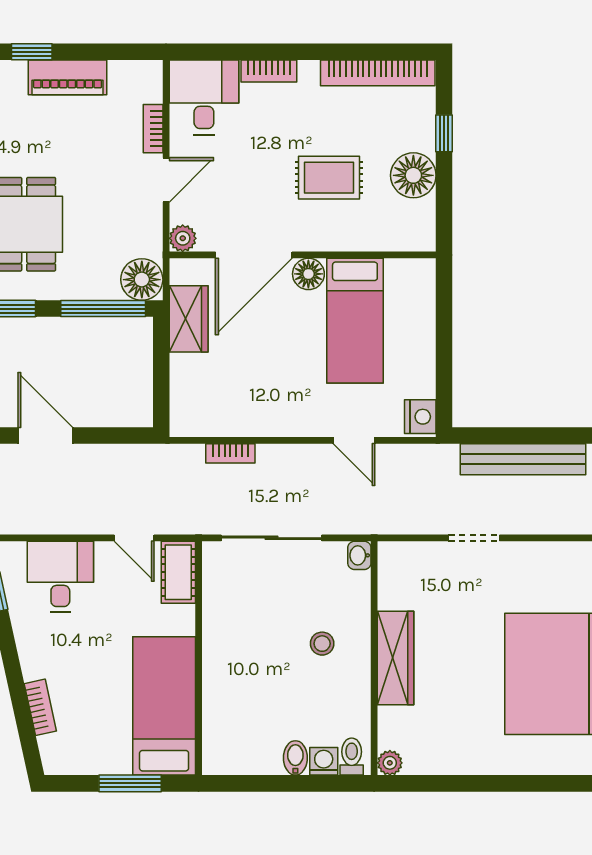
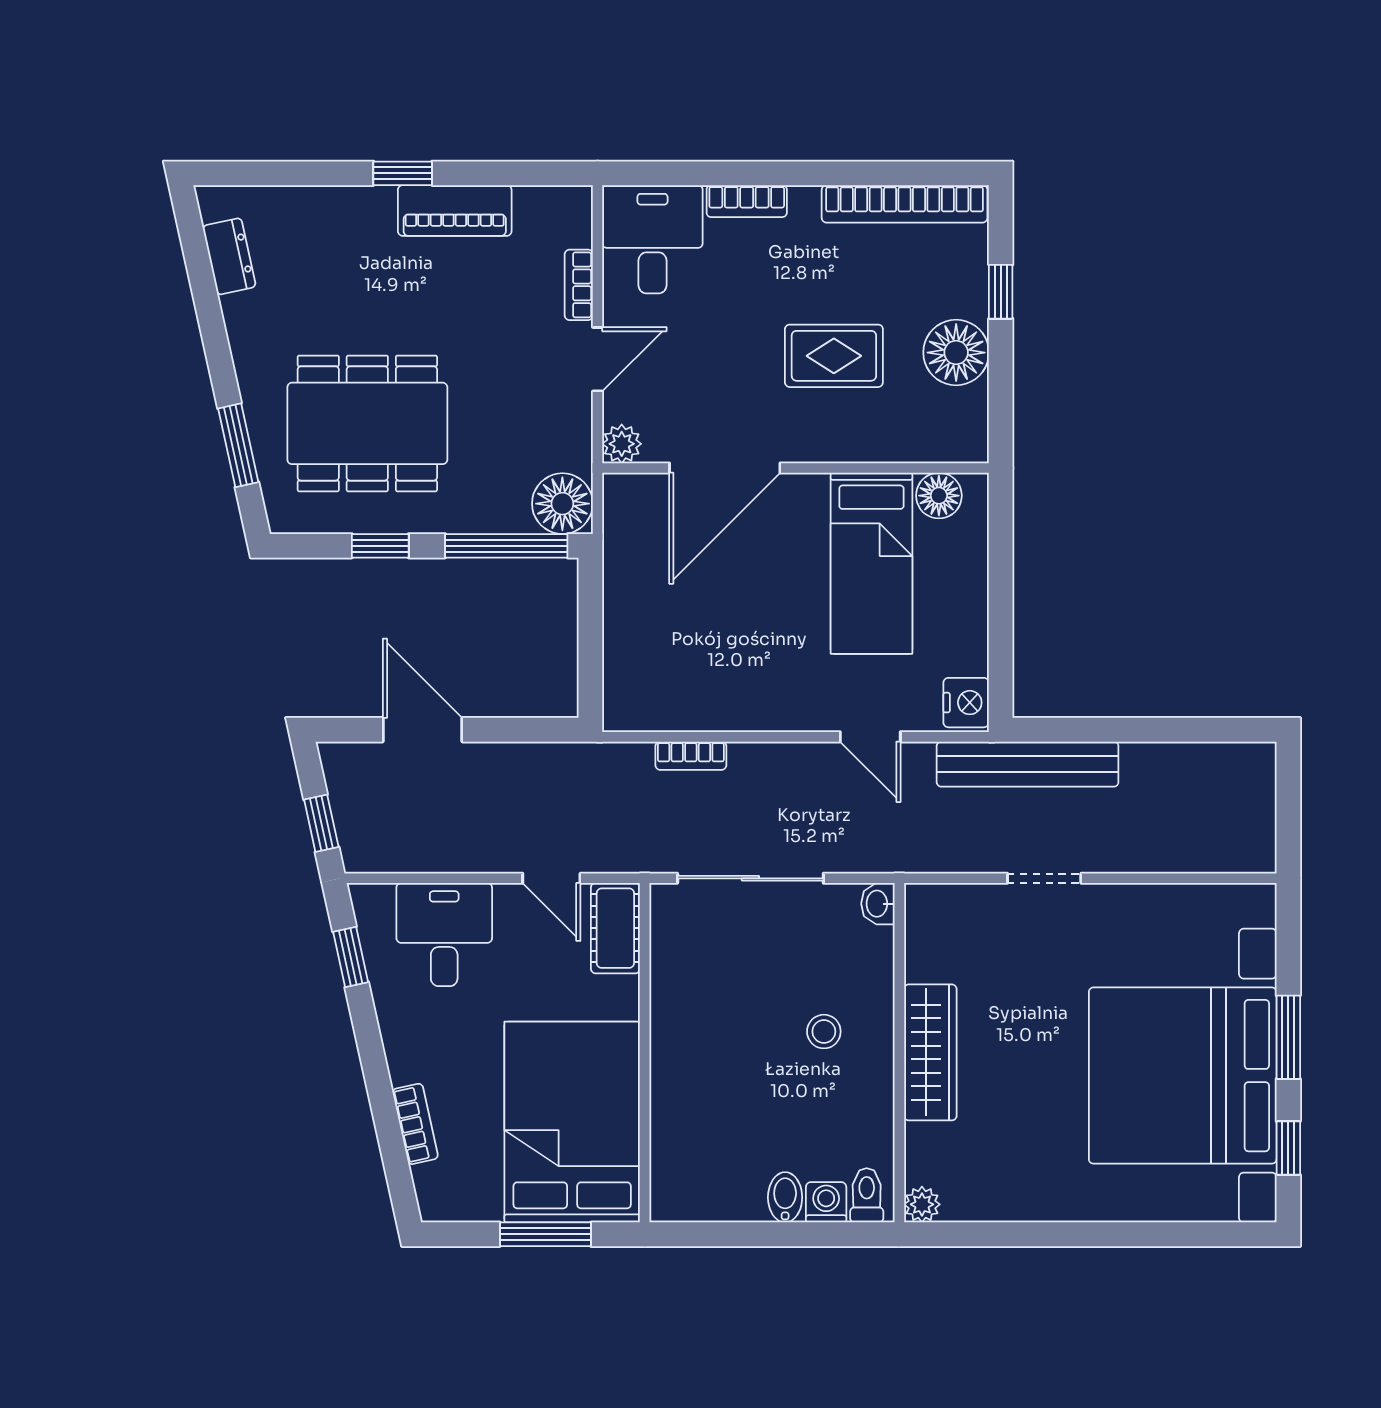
floor lamp: (308, 274) -> (939, 496), moved
wardrobe: (189, 319) -> (630, 561), removed
bench: (523, 459) -> (1028, 764), moved
bed: (164, 706) -> (572, 1122), width x1.50

